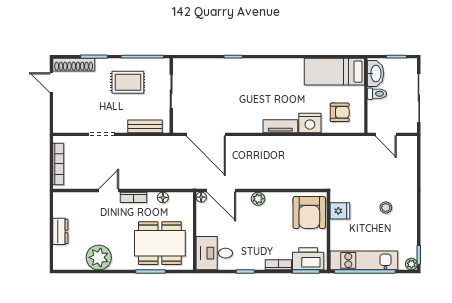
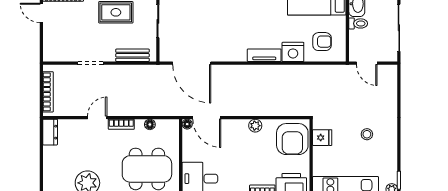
plant: (258, 199) -> (255, 126), moved
dresser: (60, 231) -> (50, 132), moved

